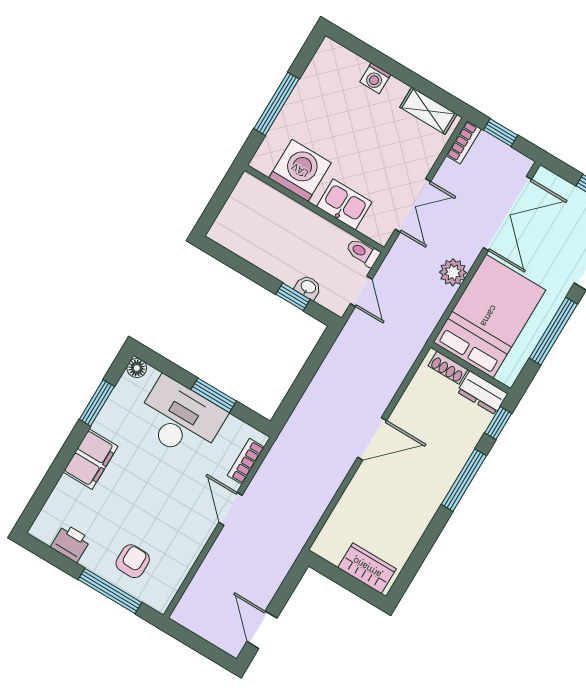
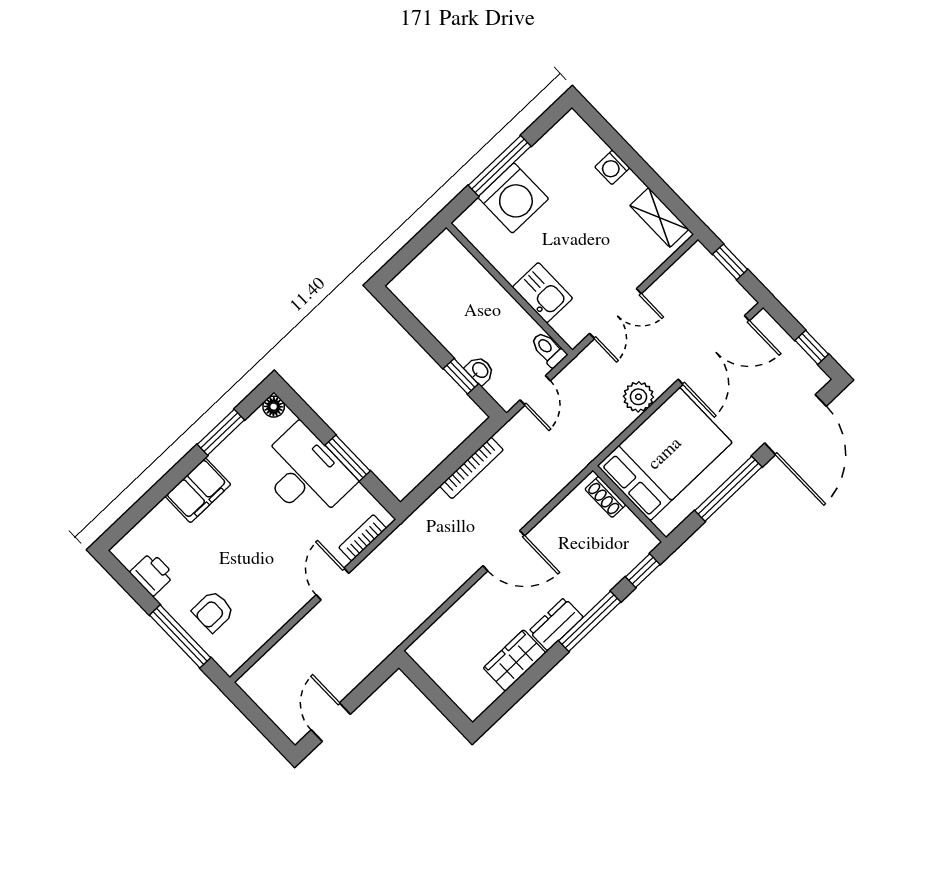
bookcase: (464, 142) -> (471, 468), moved, width x1.56
washing machine: (300, 170) -> (513, 198), moved, turned 90
dresser: (482, 393) -> (556, 624), moved, turned 90
armchair: (133, 561) -> (213, 611), turned 180
wardrobe: (367, 568) -> (515, 660), moved, turned -90

